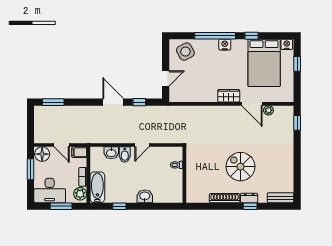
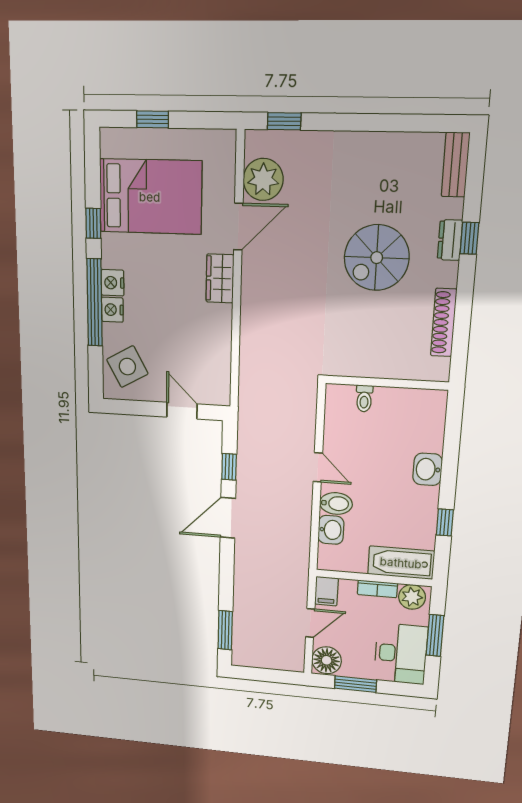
nightstand: (287, 44) -> (112, 310), moved
plant: (268, 110) -> (263, 179), width x1.88, depth x1.88
shoe rack: (225, 198) -> (444, 323), moved

